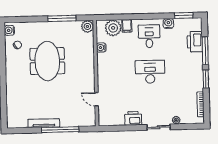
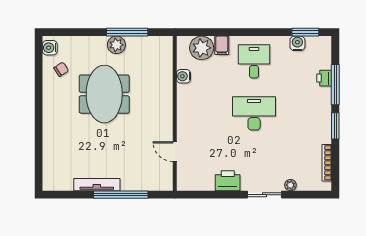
water cooler: (168, 23) -> (297, 43), moved
plant: (87, 26) -> (116, 45), moved
printer: (195, 42) -> (324, 78), width x0.53, depth x0.68

